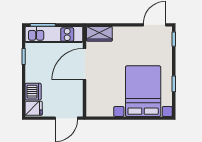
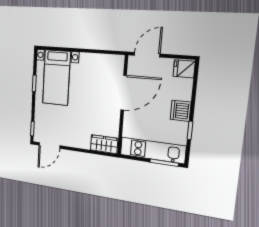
door: (84, 64) -> (124, 93), moved
bed with nightstands: (143, 91) -> (56, 78), width x0.73
dishwasher: (33, 92) -> (181, 111), moved

